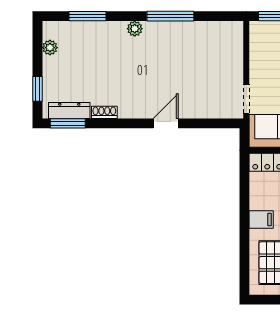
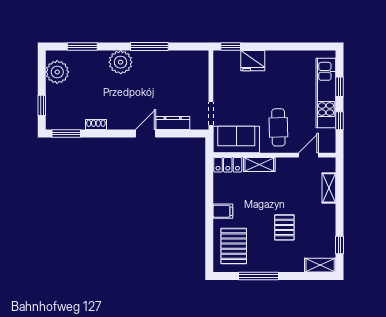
plant: (135, 29) -> (121, 62), width x1.88, depth x1.88
plant: (50, 48) -> (57, 72), width x1.88, depth x1.88
dresser: (69, 111) -> (173, 123), moved

